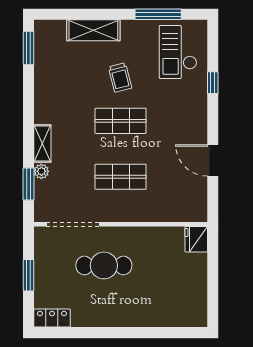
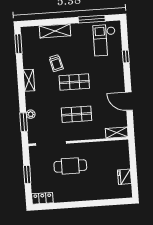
trolley: (120, 78) -> (56, 63), moved
shelving: (42, 143) -> (29, 80), moved
shelving: (188, 213) -> (117, 133), added
fridge: (196, 239) -> (124, 177), moved

